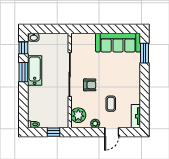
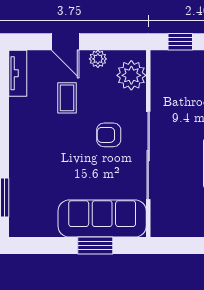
window: (97, 29) -> (95, 245), added
sofa: (118, 43) -> (102, 218), moved
door: (112, 132) -> (65, 42), swing flipped

